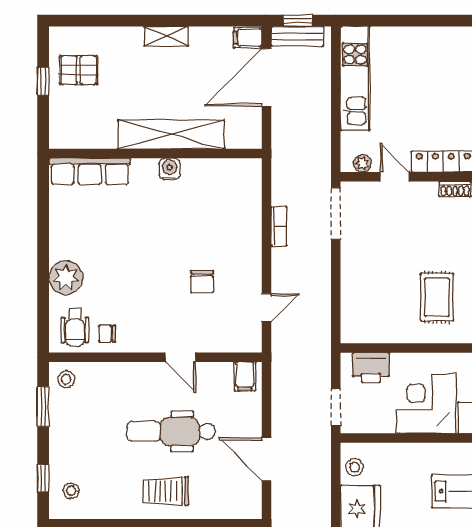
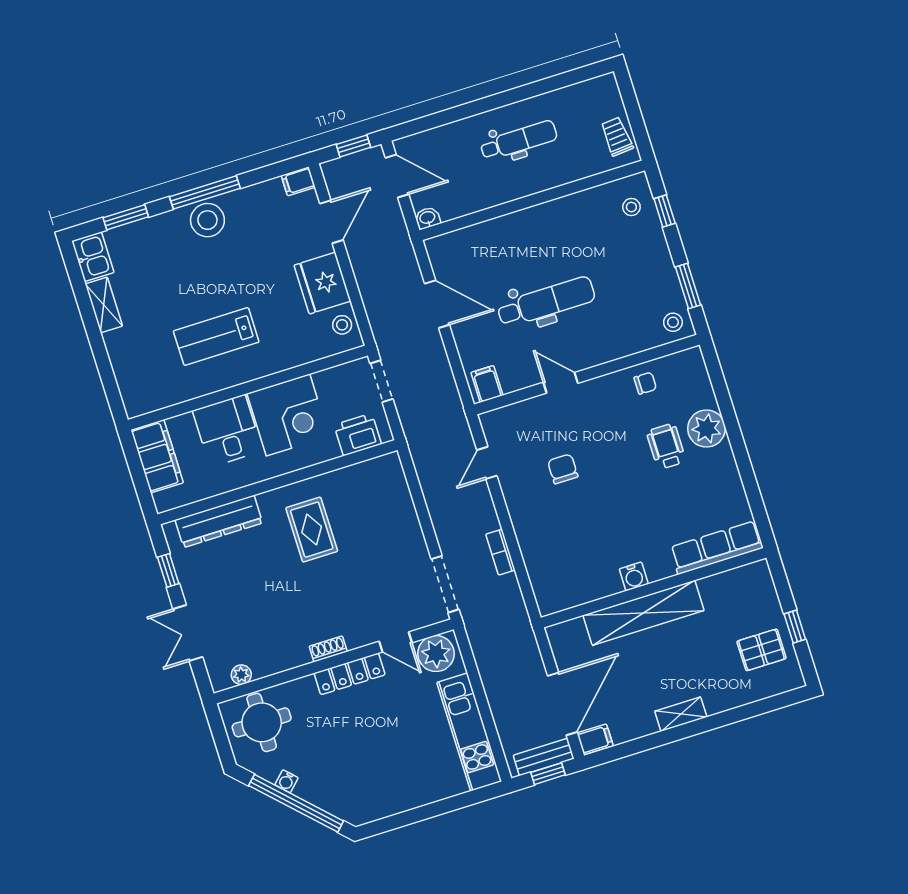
plant: (363, 163) -> (436, 654), width x1.88, depth x1.88
wheelchair: (75, 327) -> (666, 446), moved
trolley: (166, 491) -> (532, 238), removed

